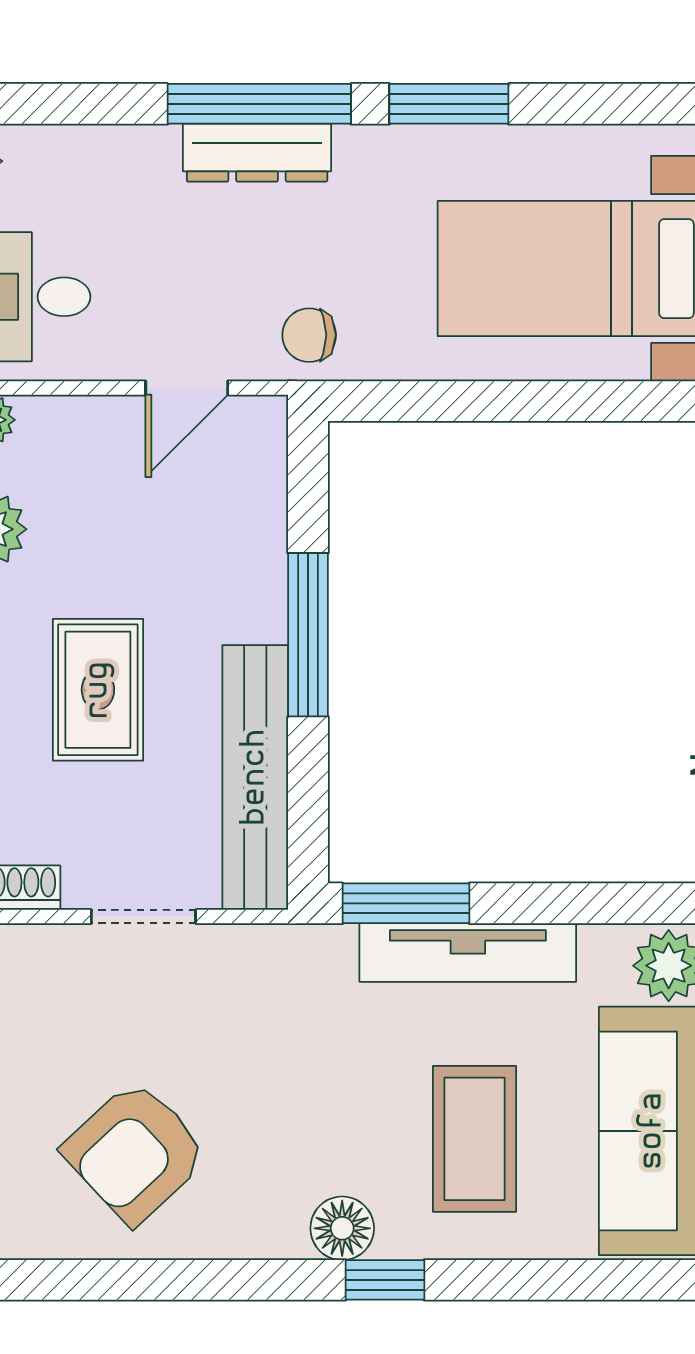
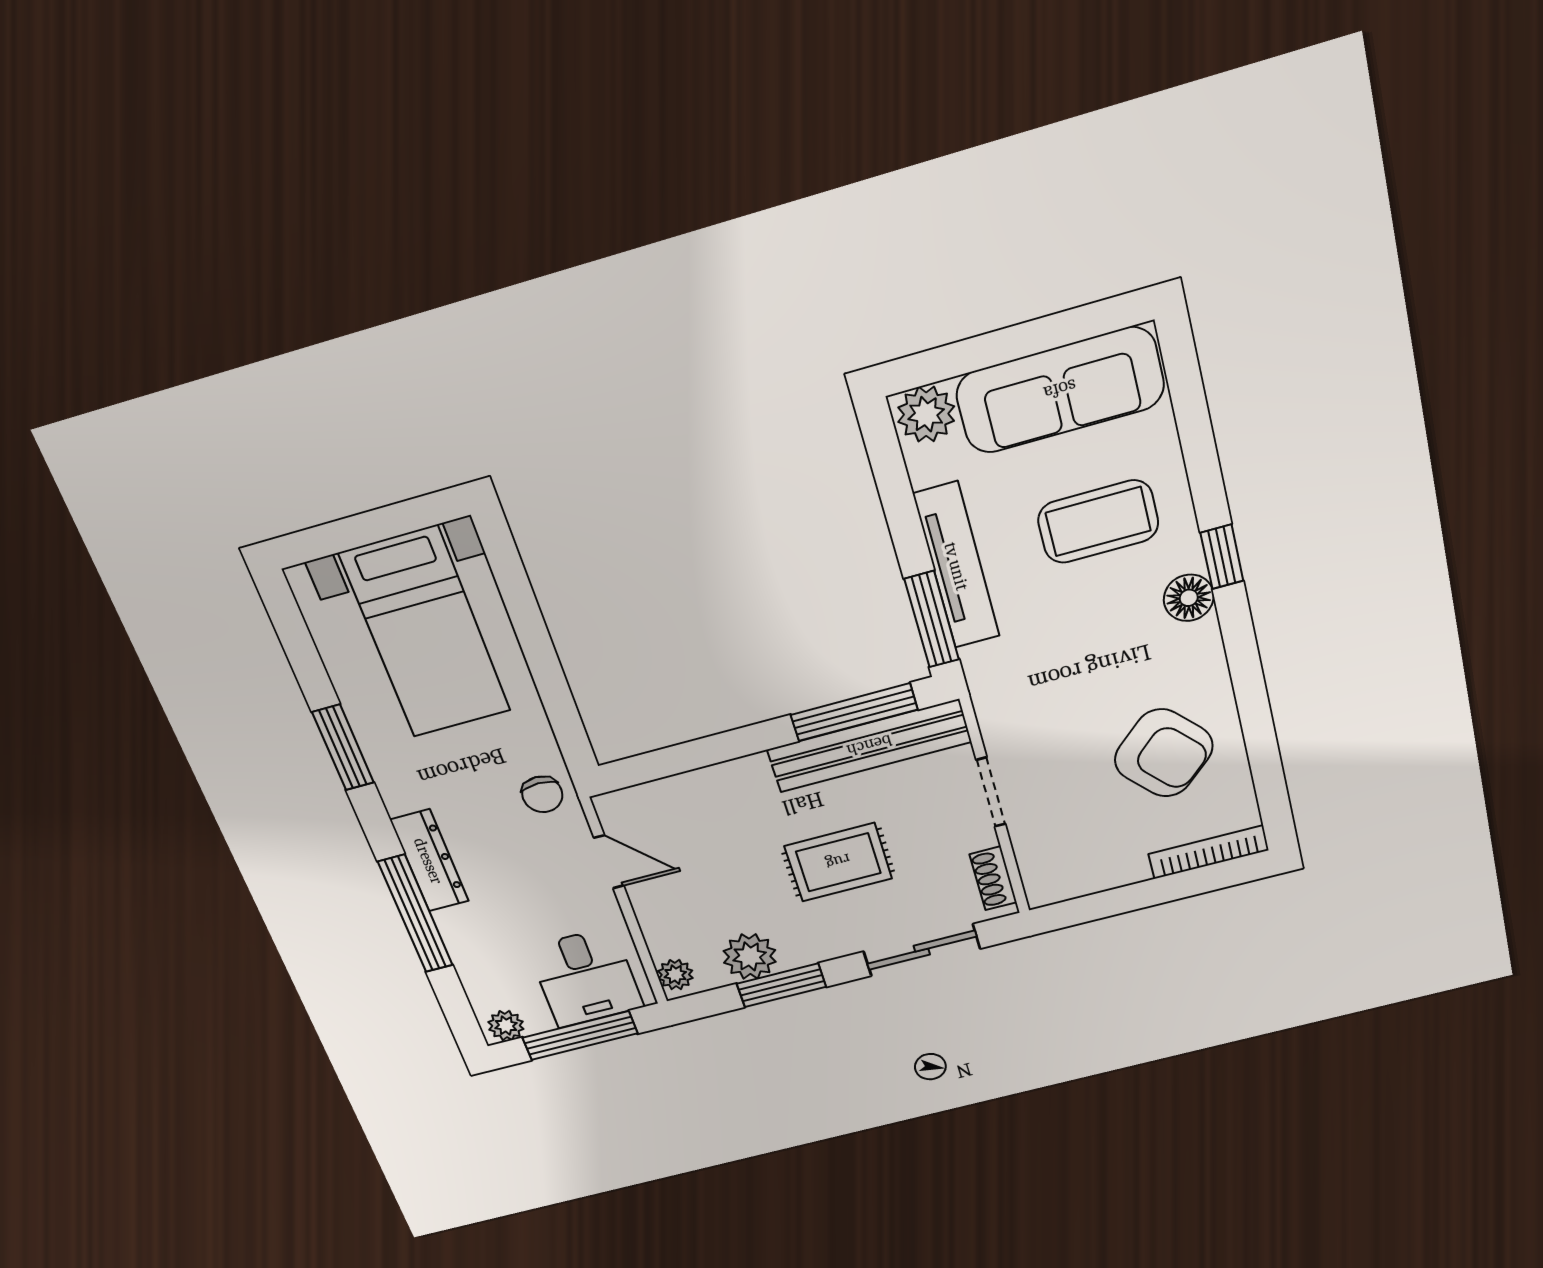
window: (259, 104) -> (416, 914), moved
window: (308, 635) -> (854, 712), moved

